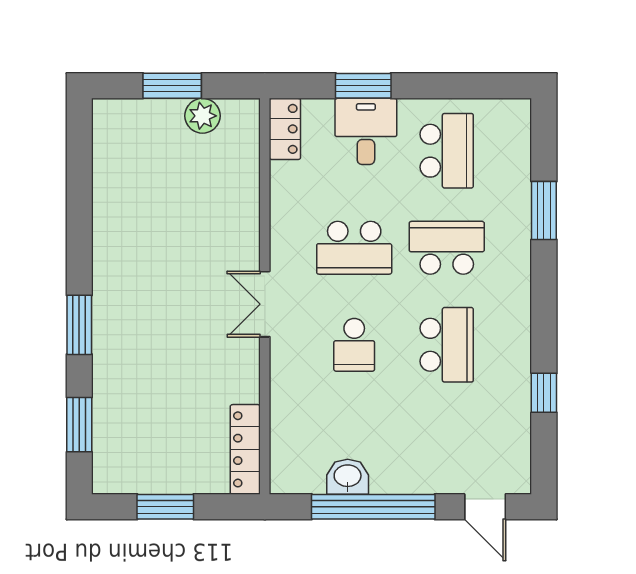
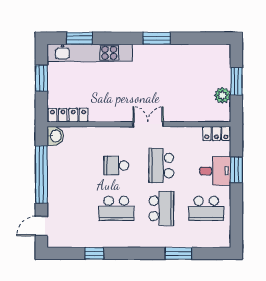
double door: (265, 304) -> (148, 124), moved
window: (79, 325) -> (157, 38), moved
kitchen unit: (111, 402) -> (90, 53), added
washbasin: (348, 477) -> (55, 136), moved

